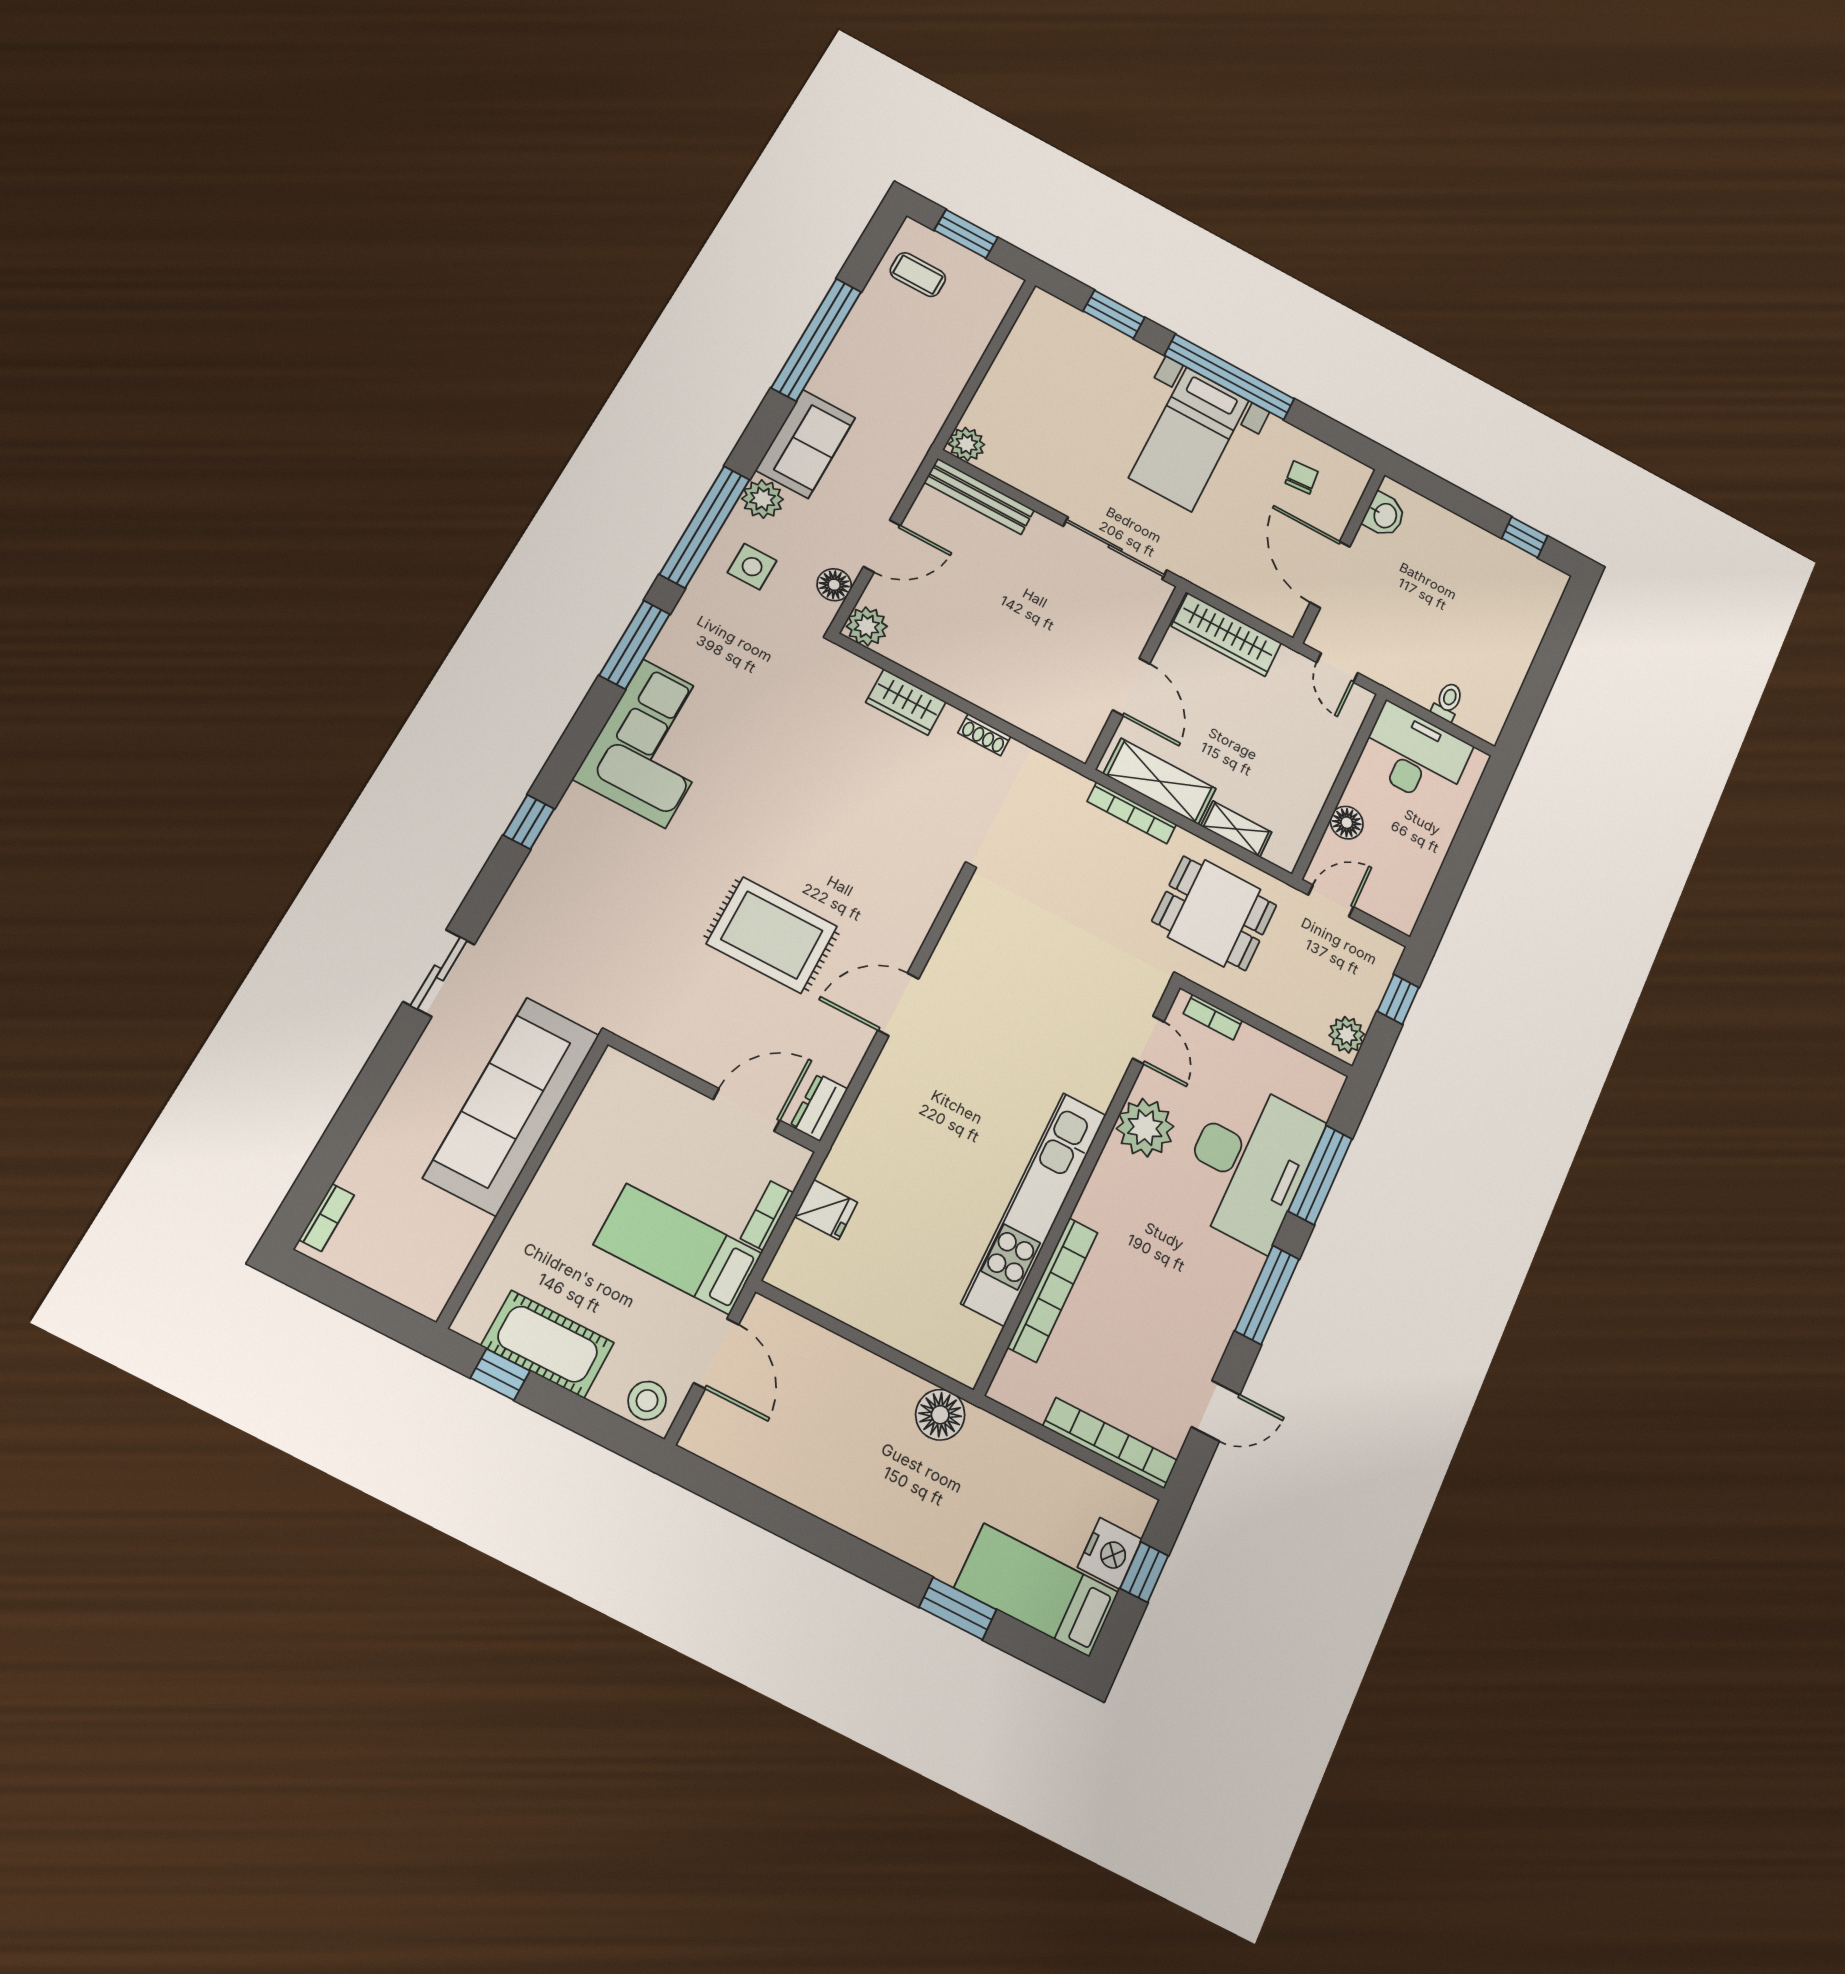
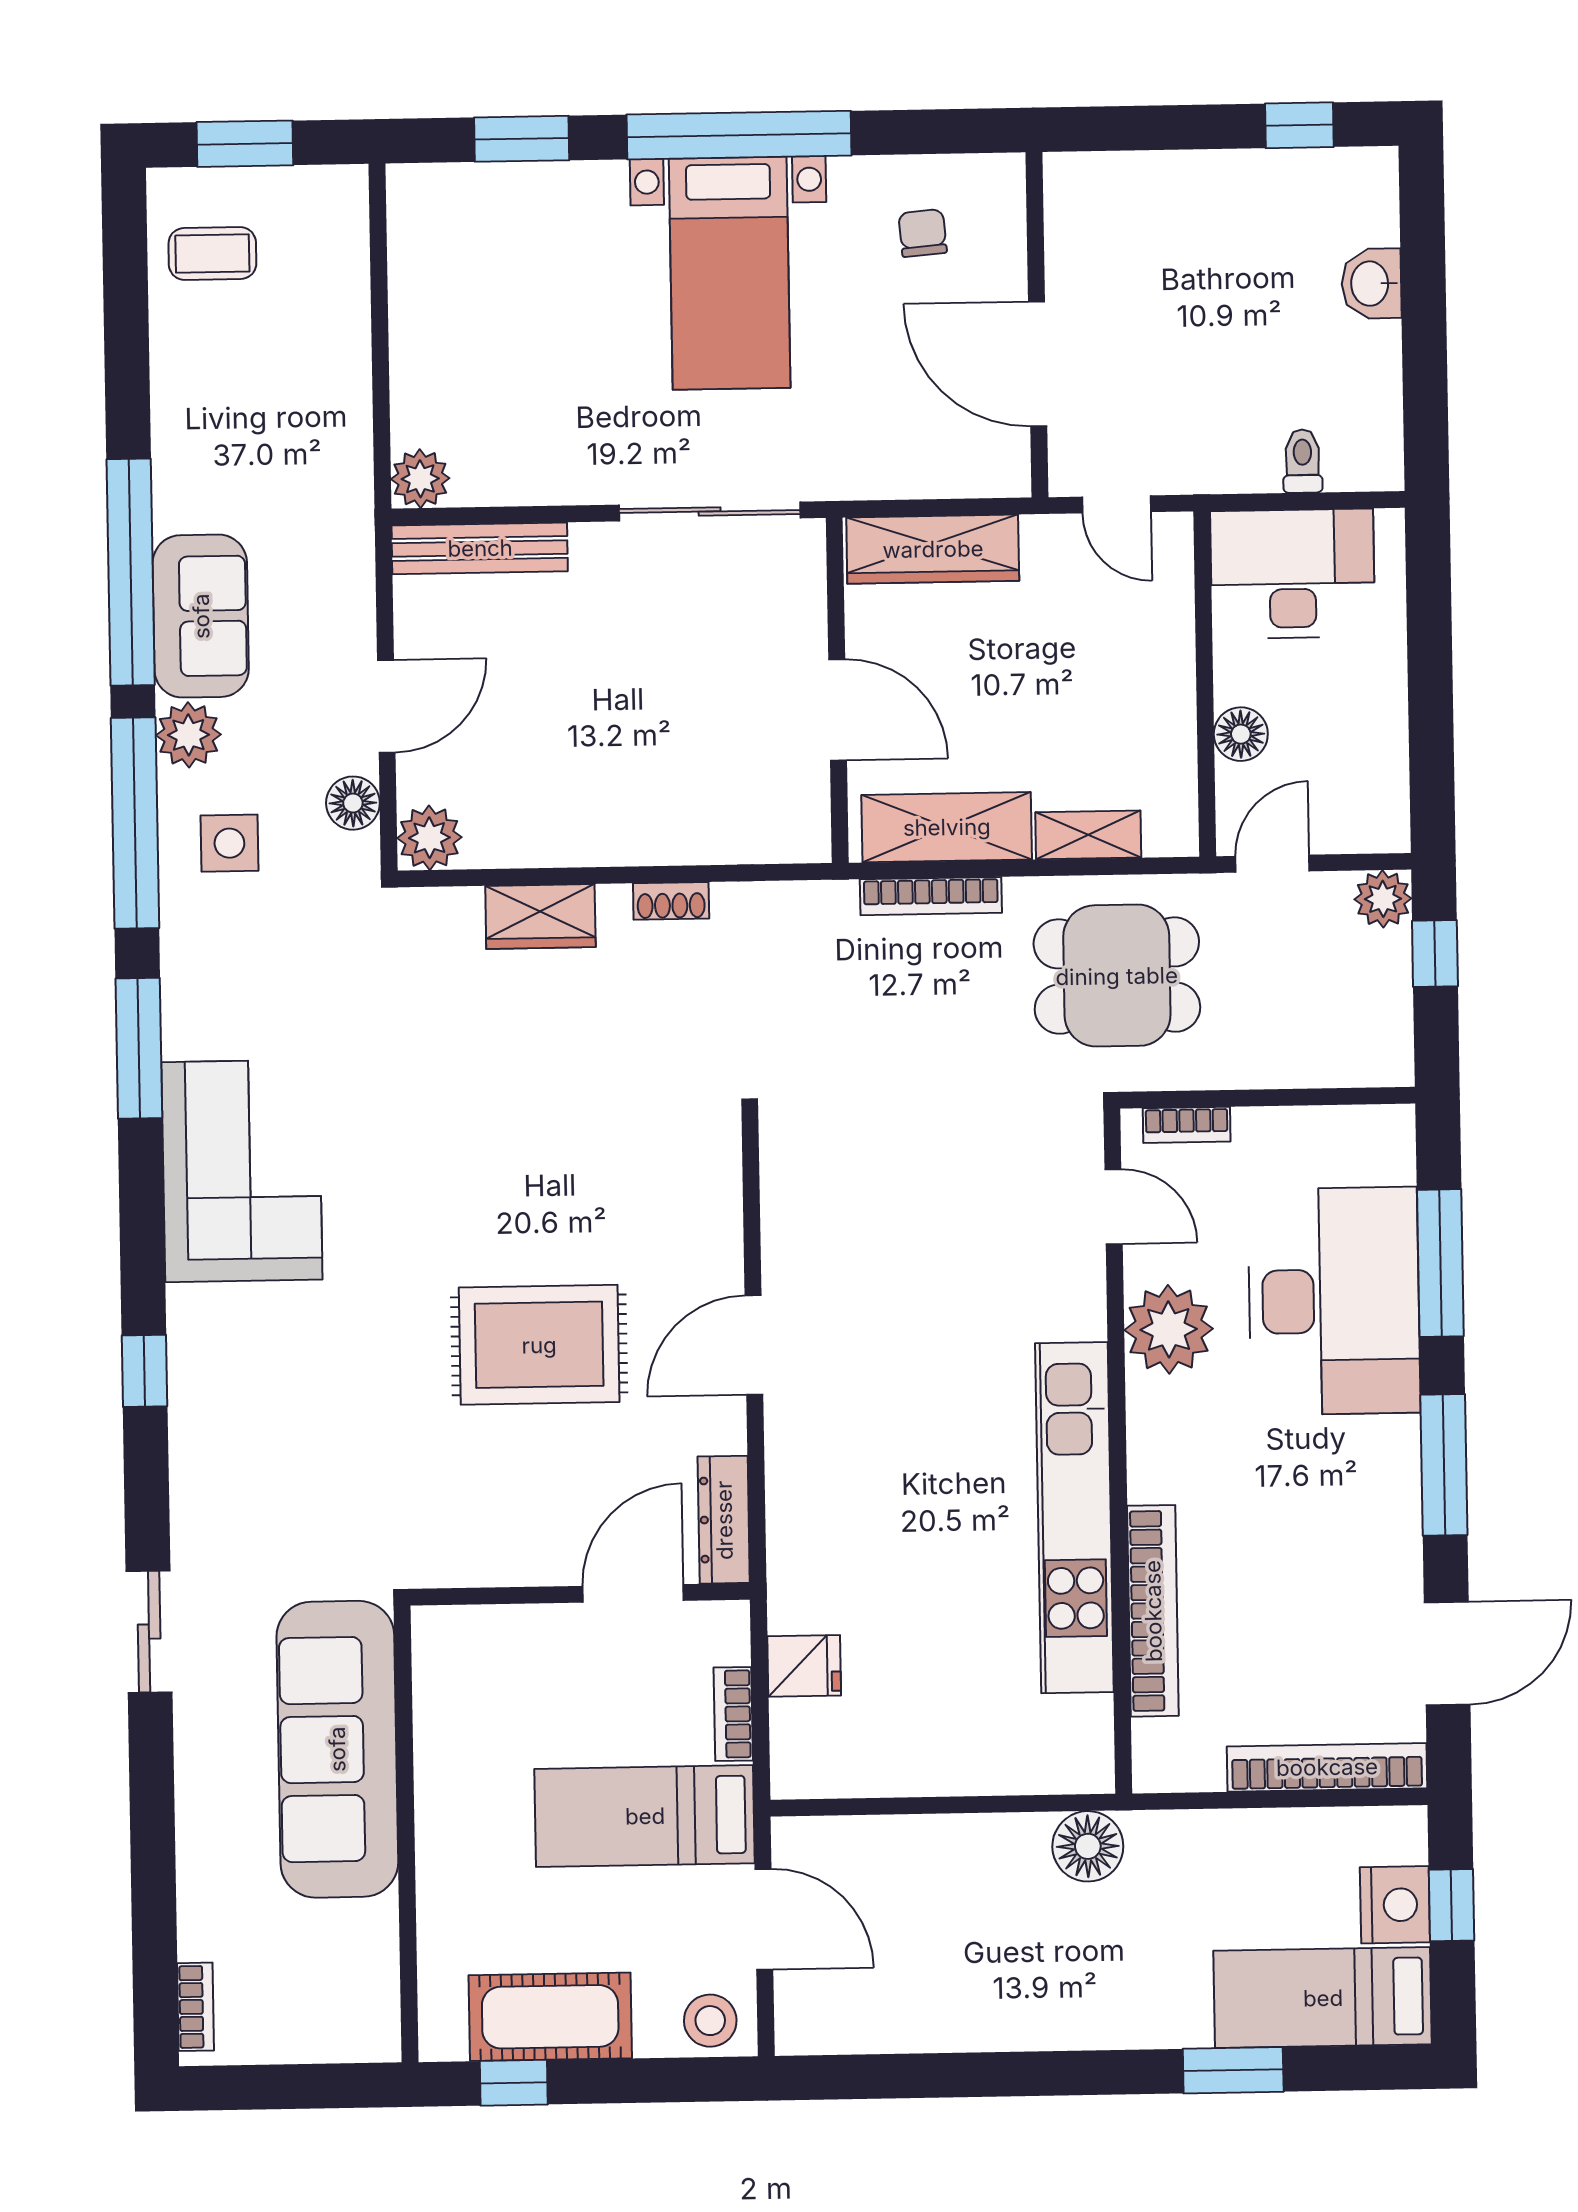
window: (816, 340) -> (131, 572), moved
washbasin: (1384, 515) -> (1371, 284), moved, turned 180
plant: (1347, 1035) -> (1383, 899), moved
dresser: (819, 1107) -> (724, 1520), width x1.44
door: (1216, 1411) -> (1447, 1653), width x1.38

